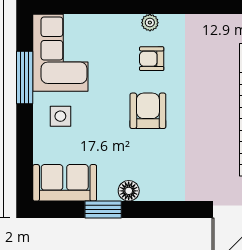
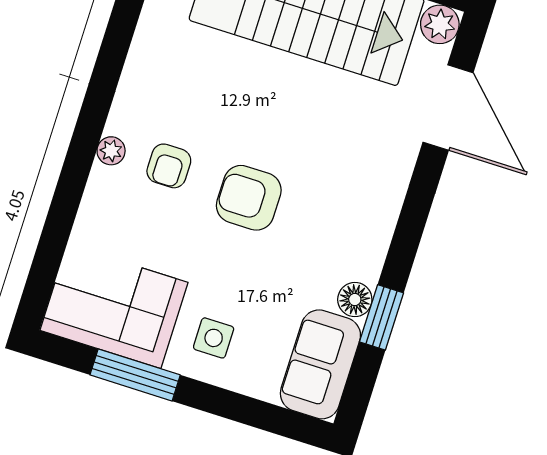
floor lamp: (129, 191) -> (355, 300), moved

